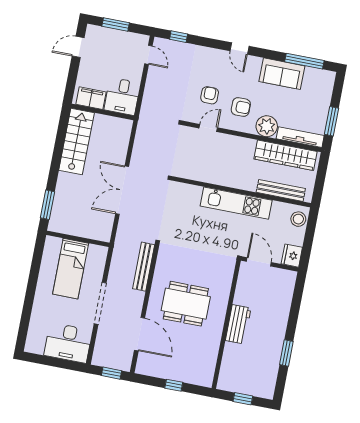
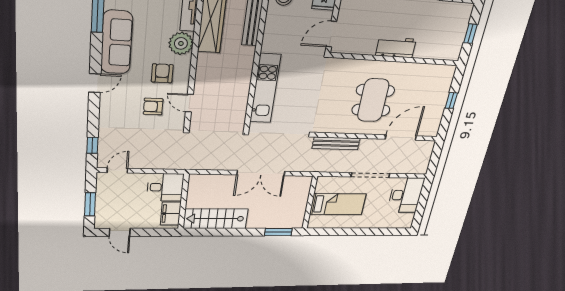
sofa: (282, 74) -> (117, 42), width x1.36
kitchen unit: (236, 203) -> (265, 89), moved
window: (111, 373) -> (436, 156), removed

